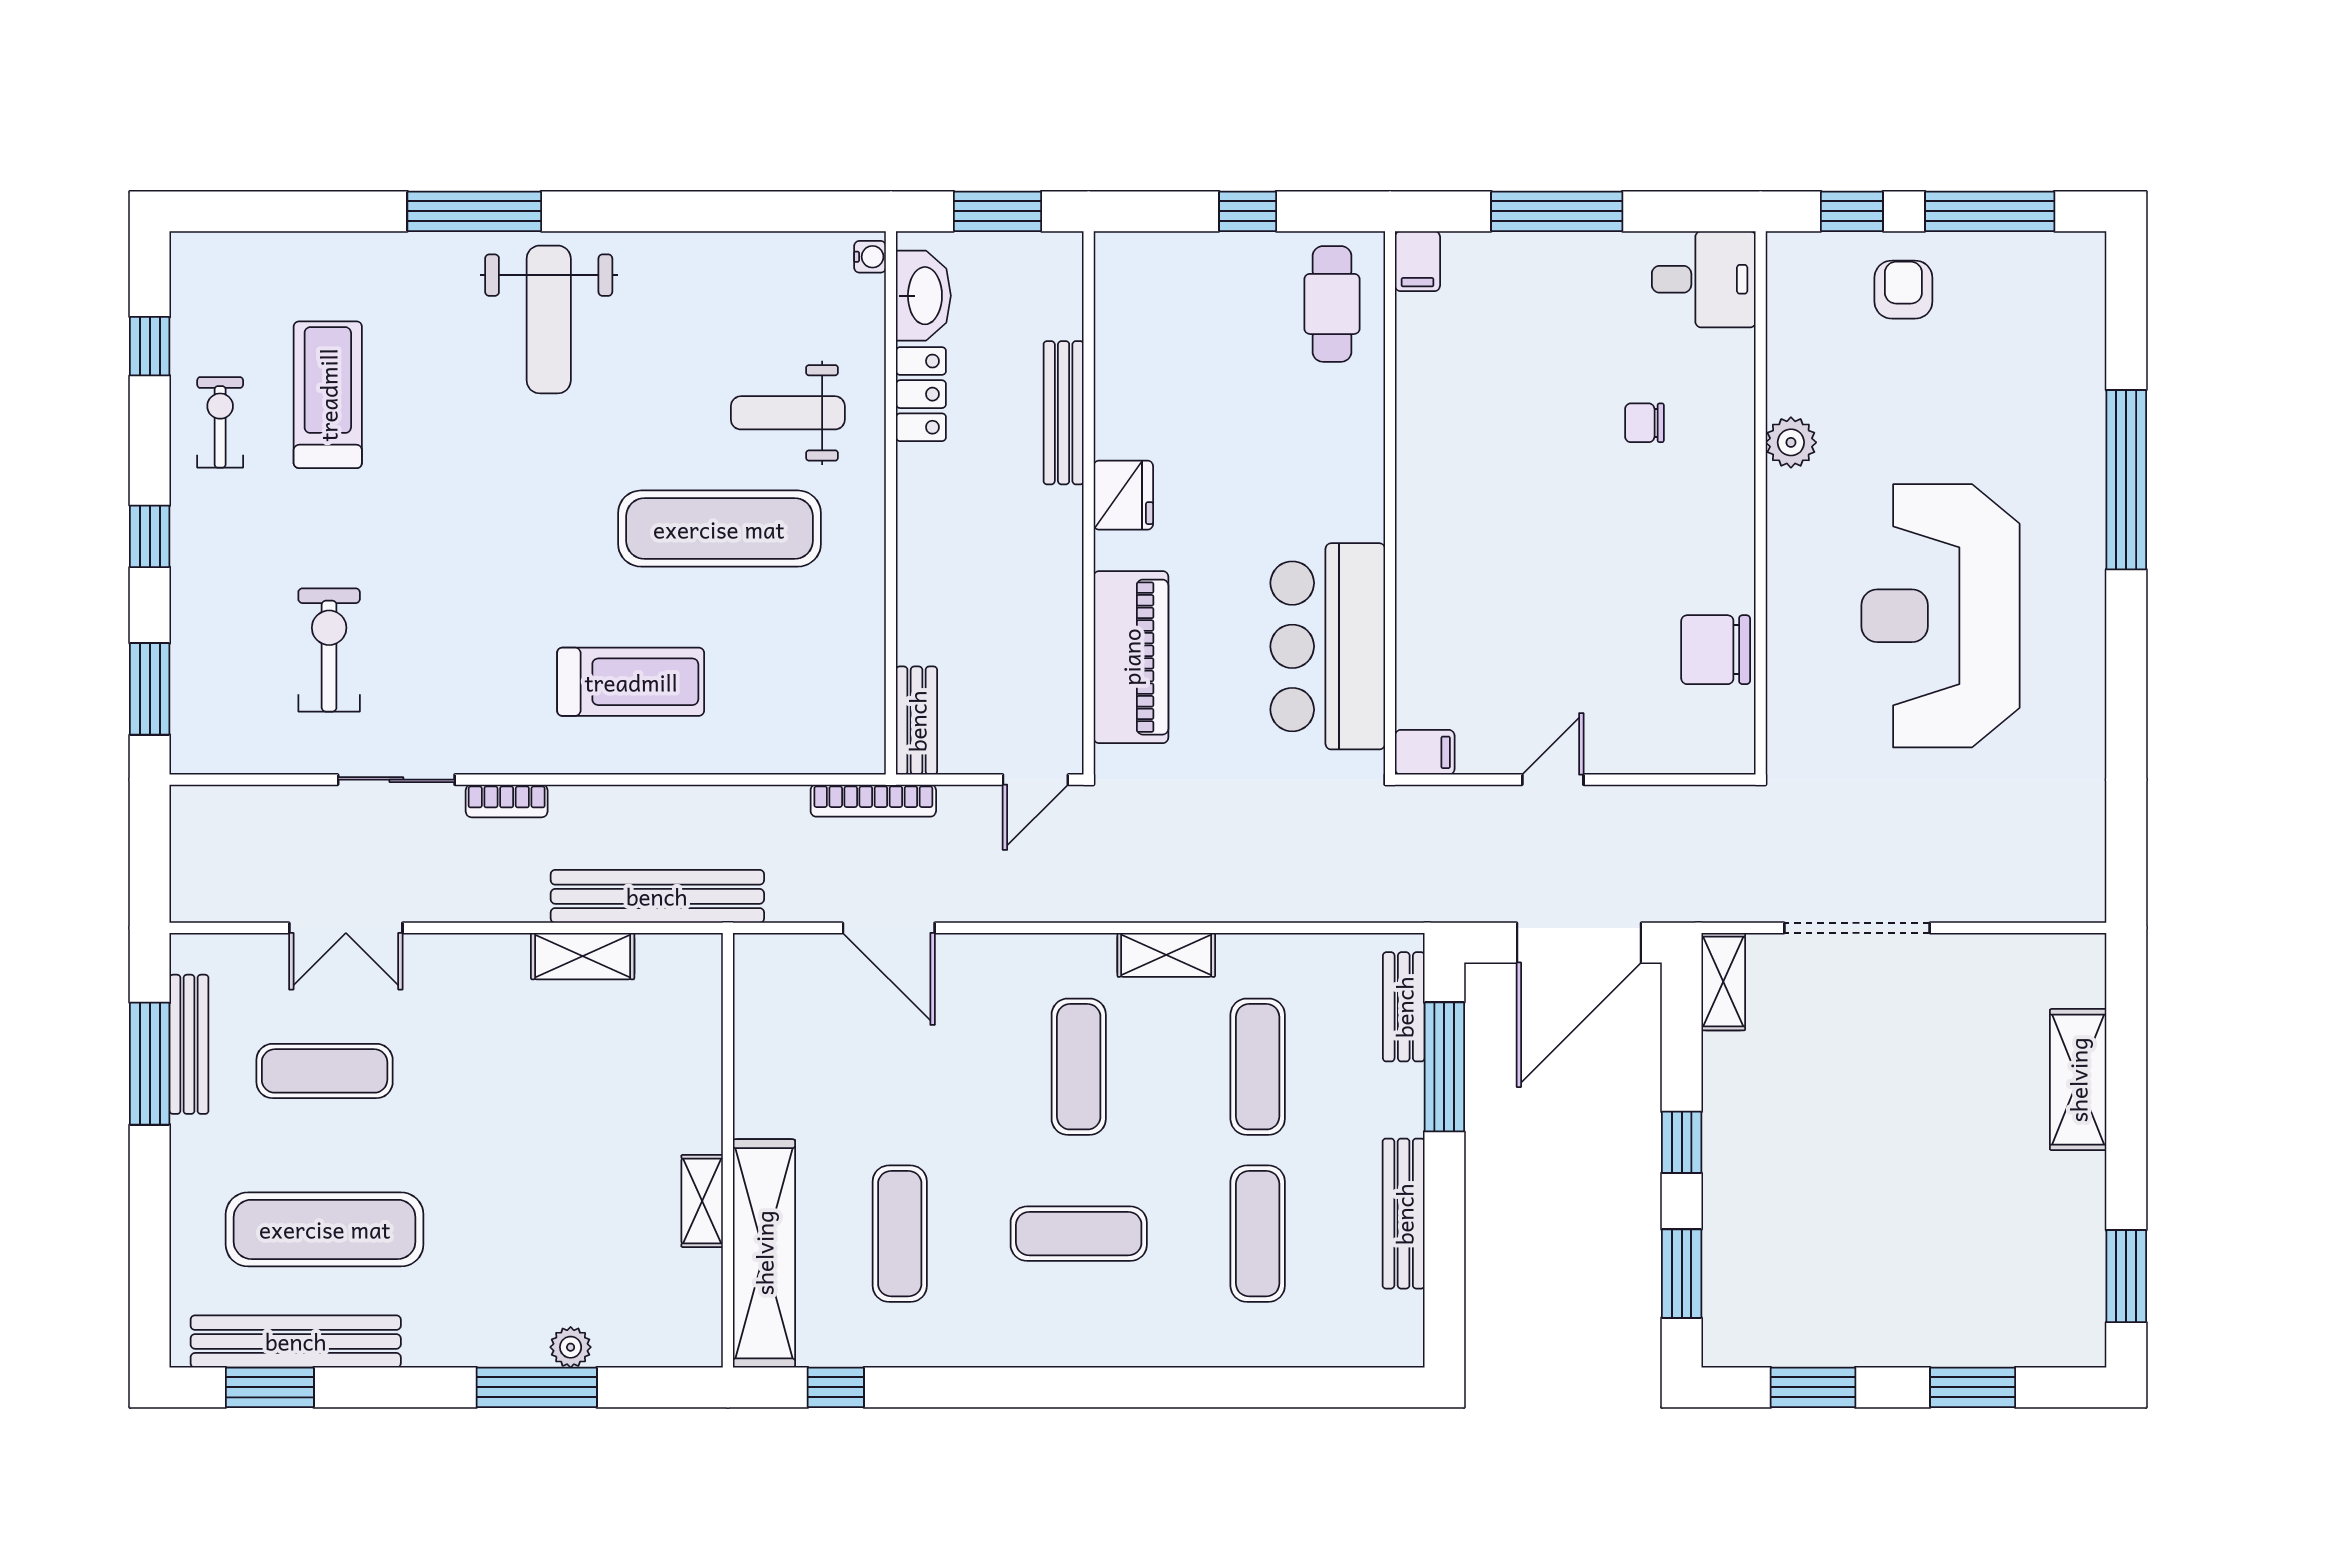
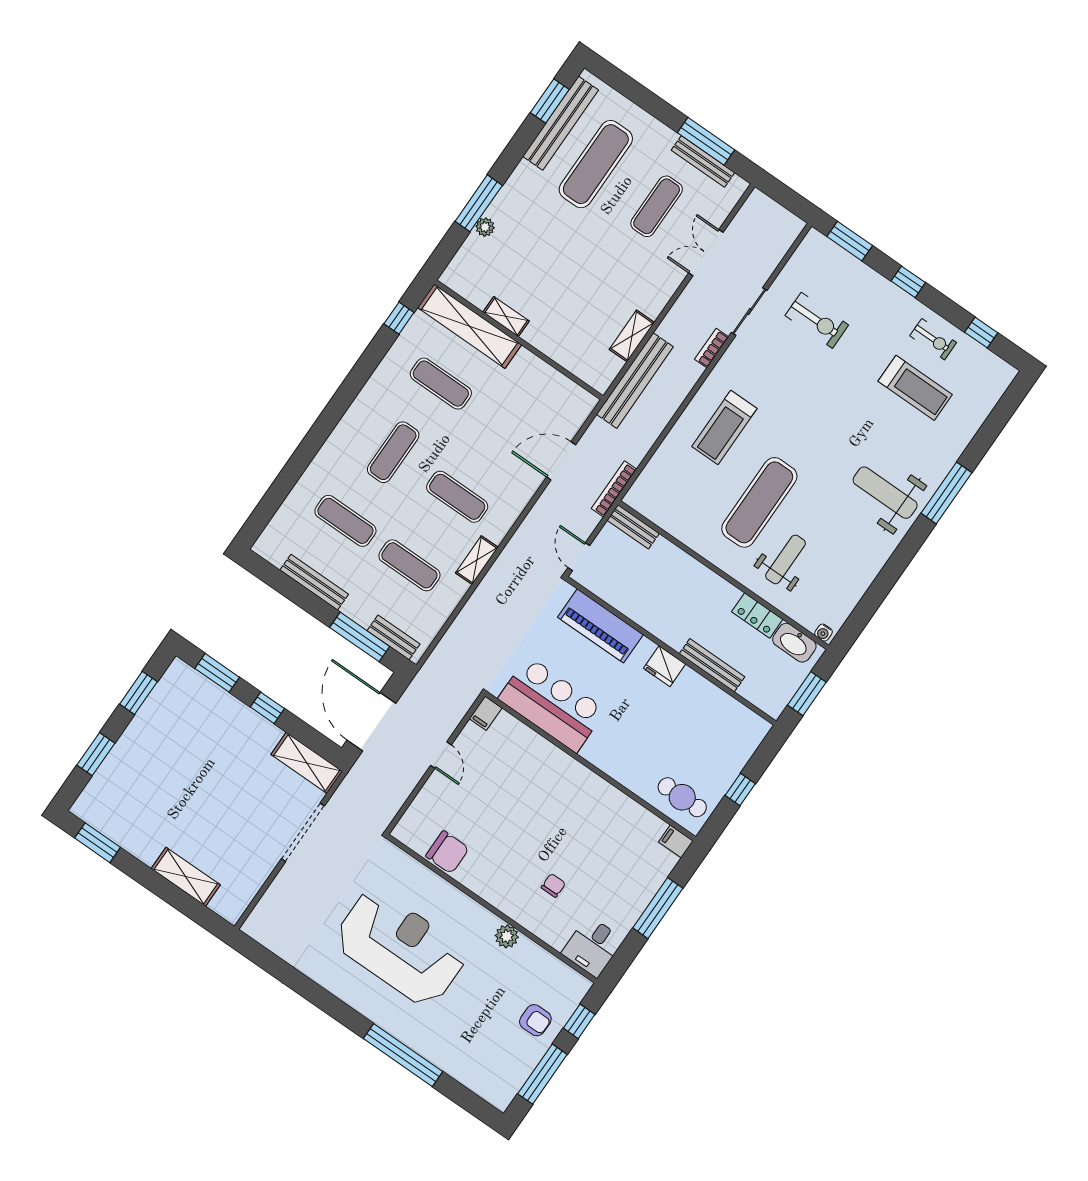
chair: (1716, 650) -> (447, 852), turned 90
shelving: (1723, 982) -> (307, 763), width x1.50, depth x1.33

